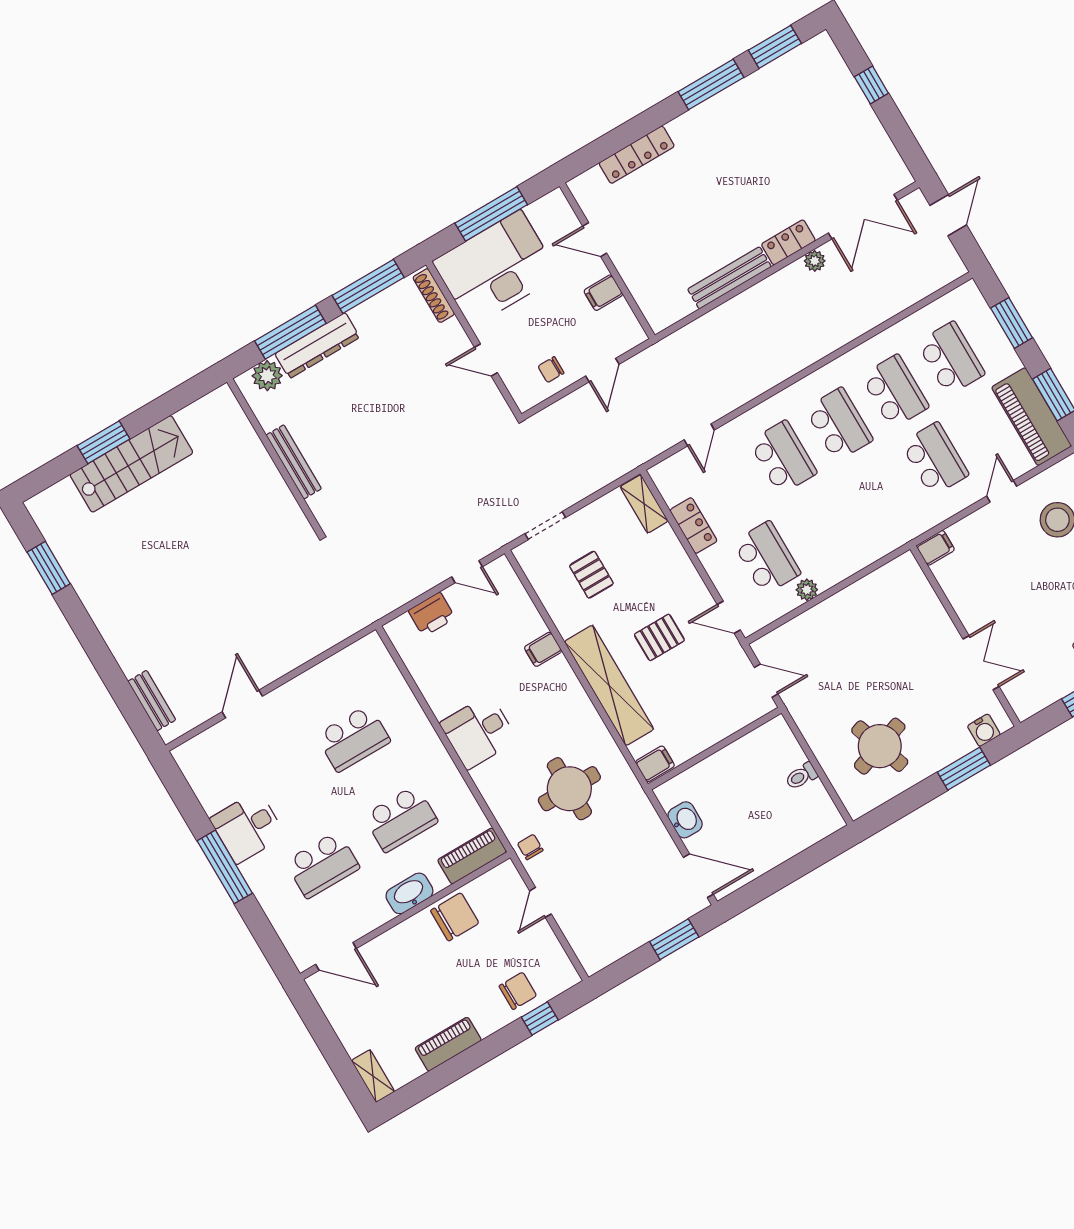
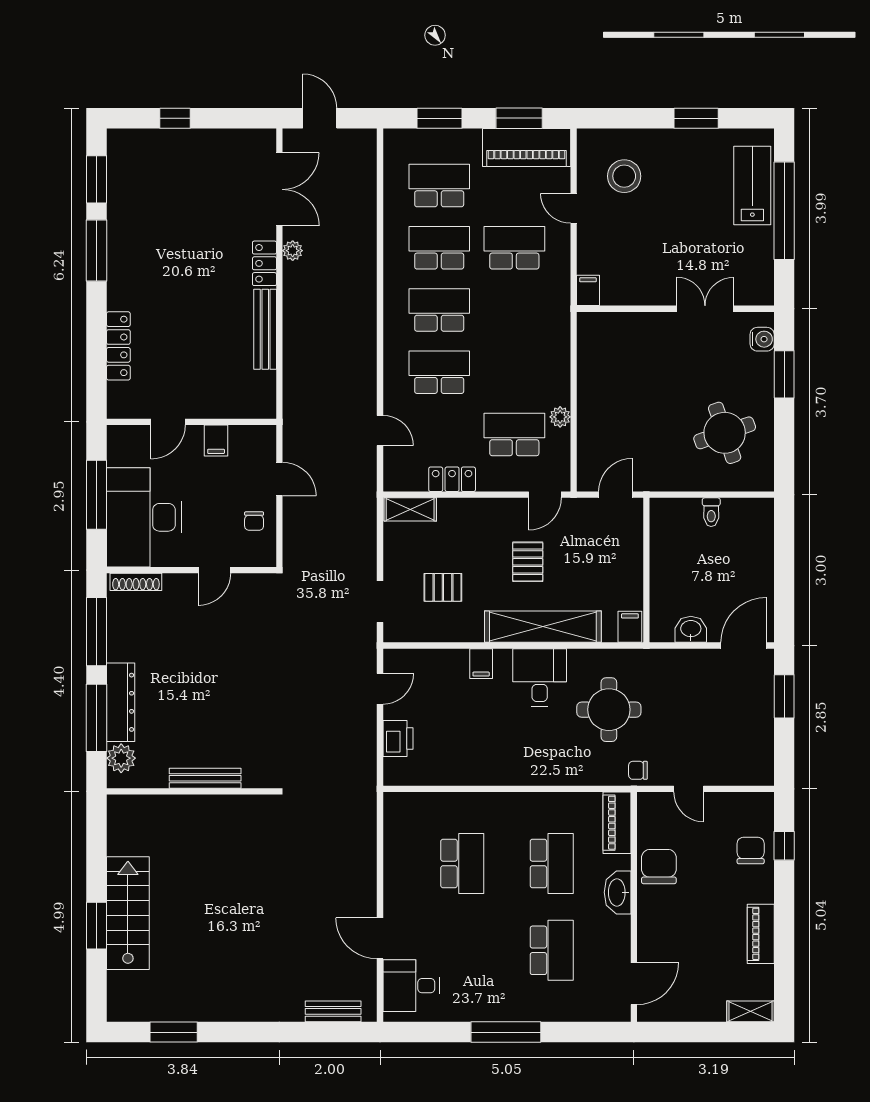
desk: (479, 732) -> (540, 677), moved, turned 180
desk: (248, 827) -> (411, 986), moved, turned 90

